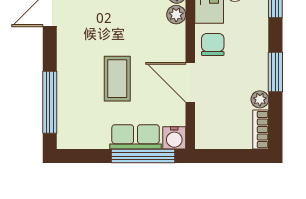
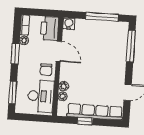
coffee table: (117, 79) -> (96, 56), removed
printer: (211, 126) -> (50, 28), added
row of seats: (136, 137) -> (88, 26), removed
window: (143, 156) -> (102, 17), moved

